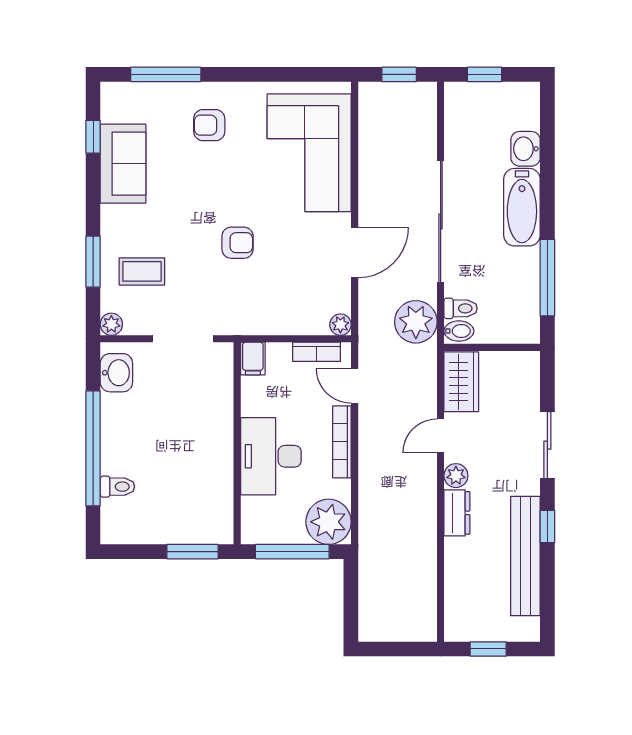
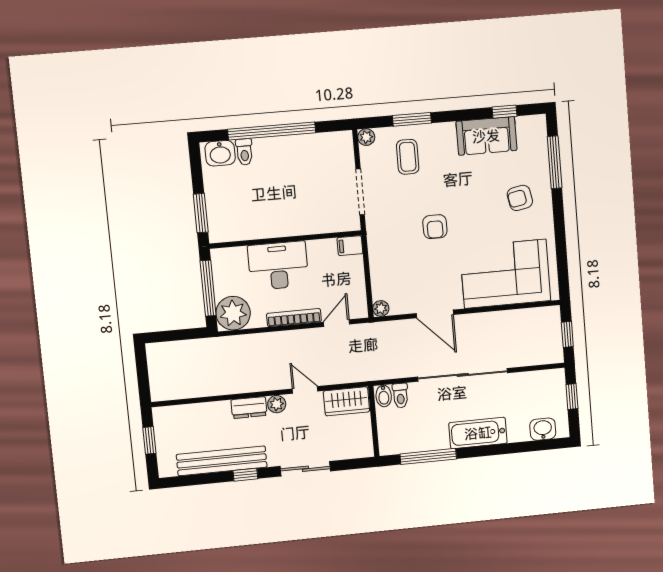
armchair: (209, 125) -> (520, 198), turned -101
washbasin: (526, 149) -> (543, 429), moved
plant: (416, 322) -> (388, 364), removed
bookcase: (316, 352) -> (359, 293), removed
washbasin: (116, 373) -> (220, 153), moved

